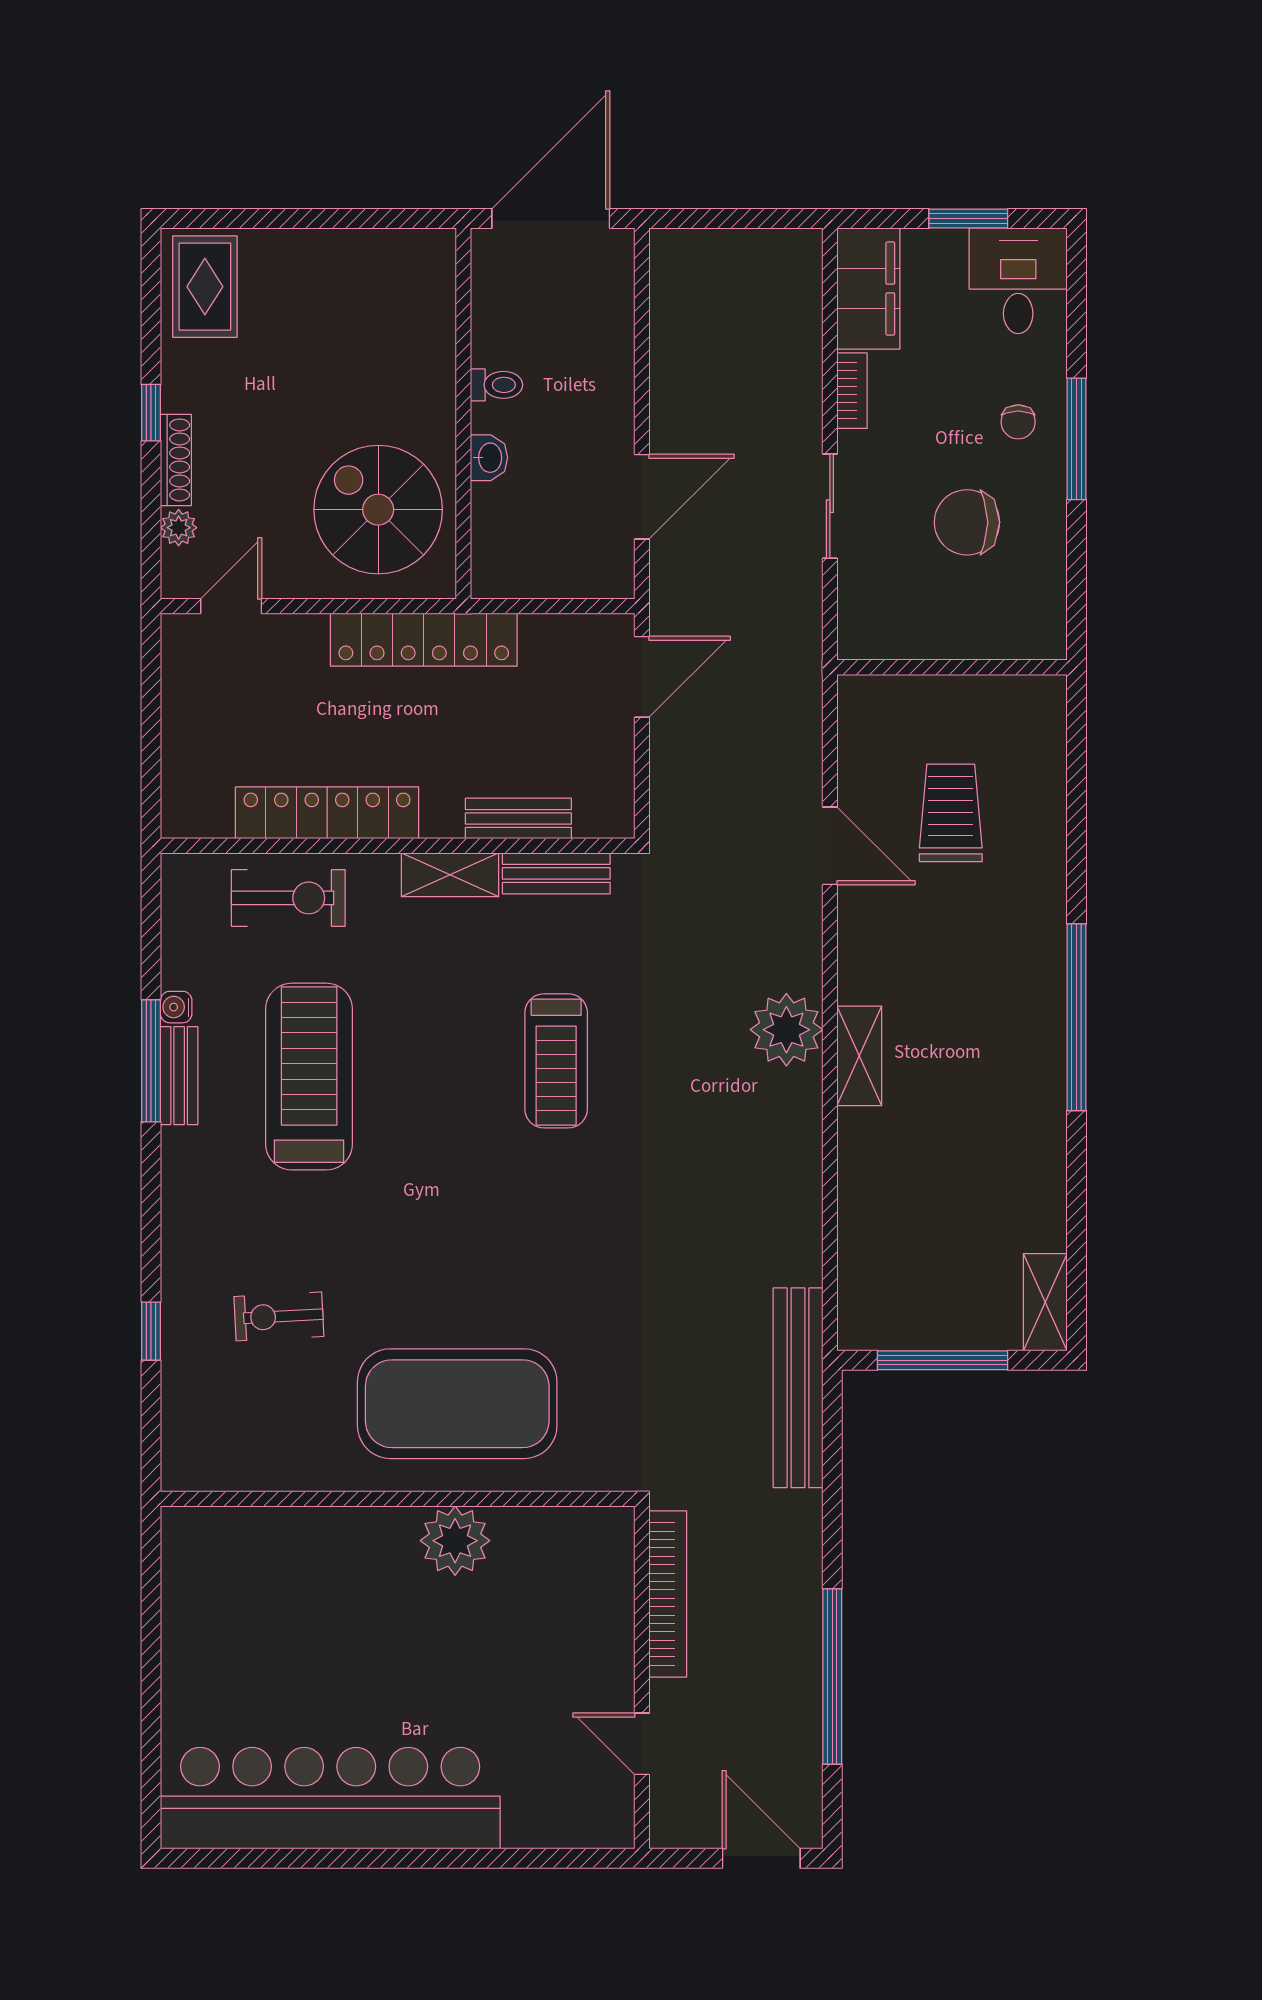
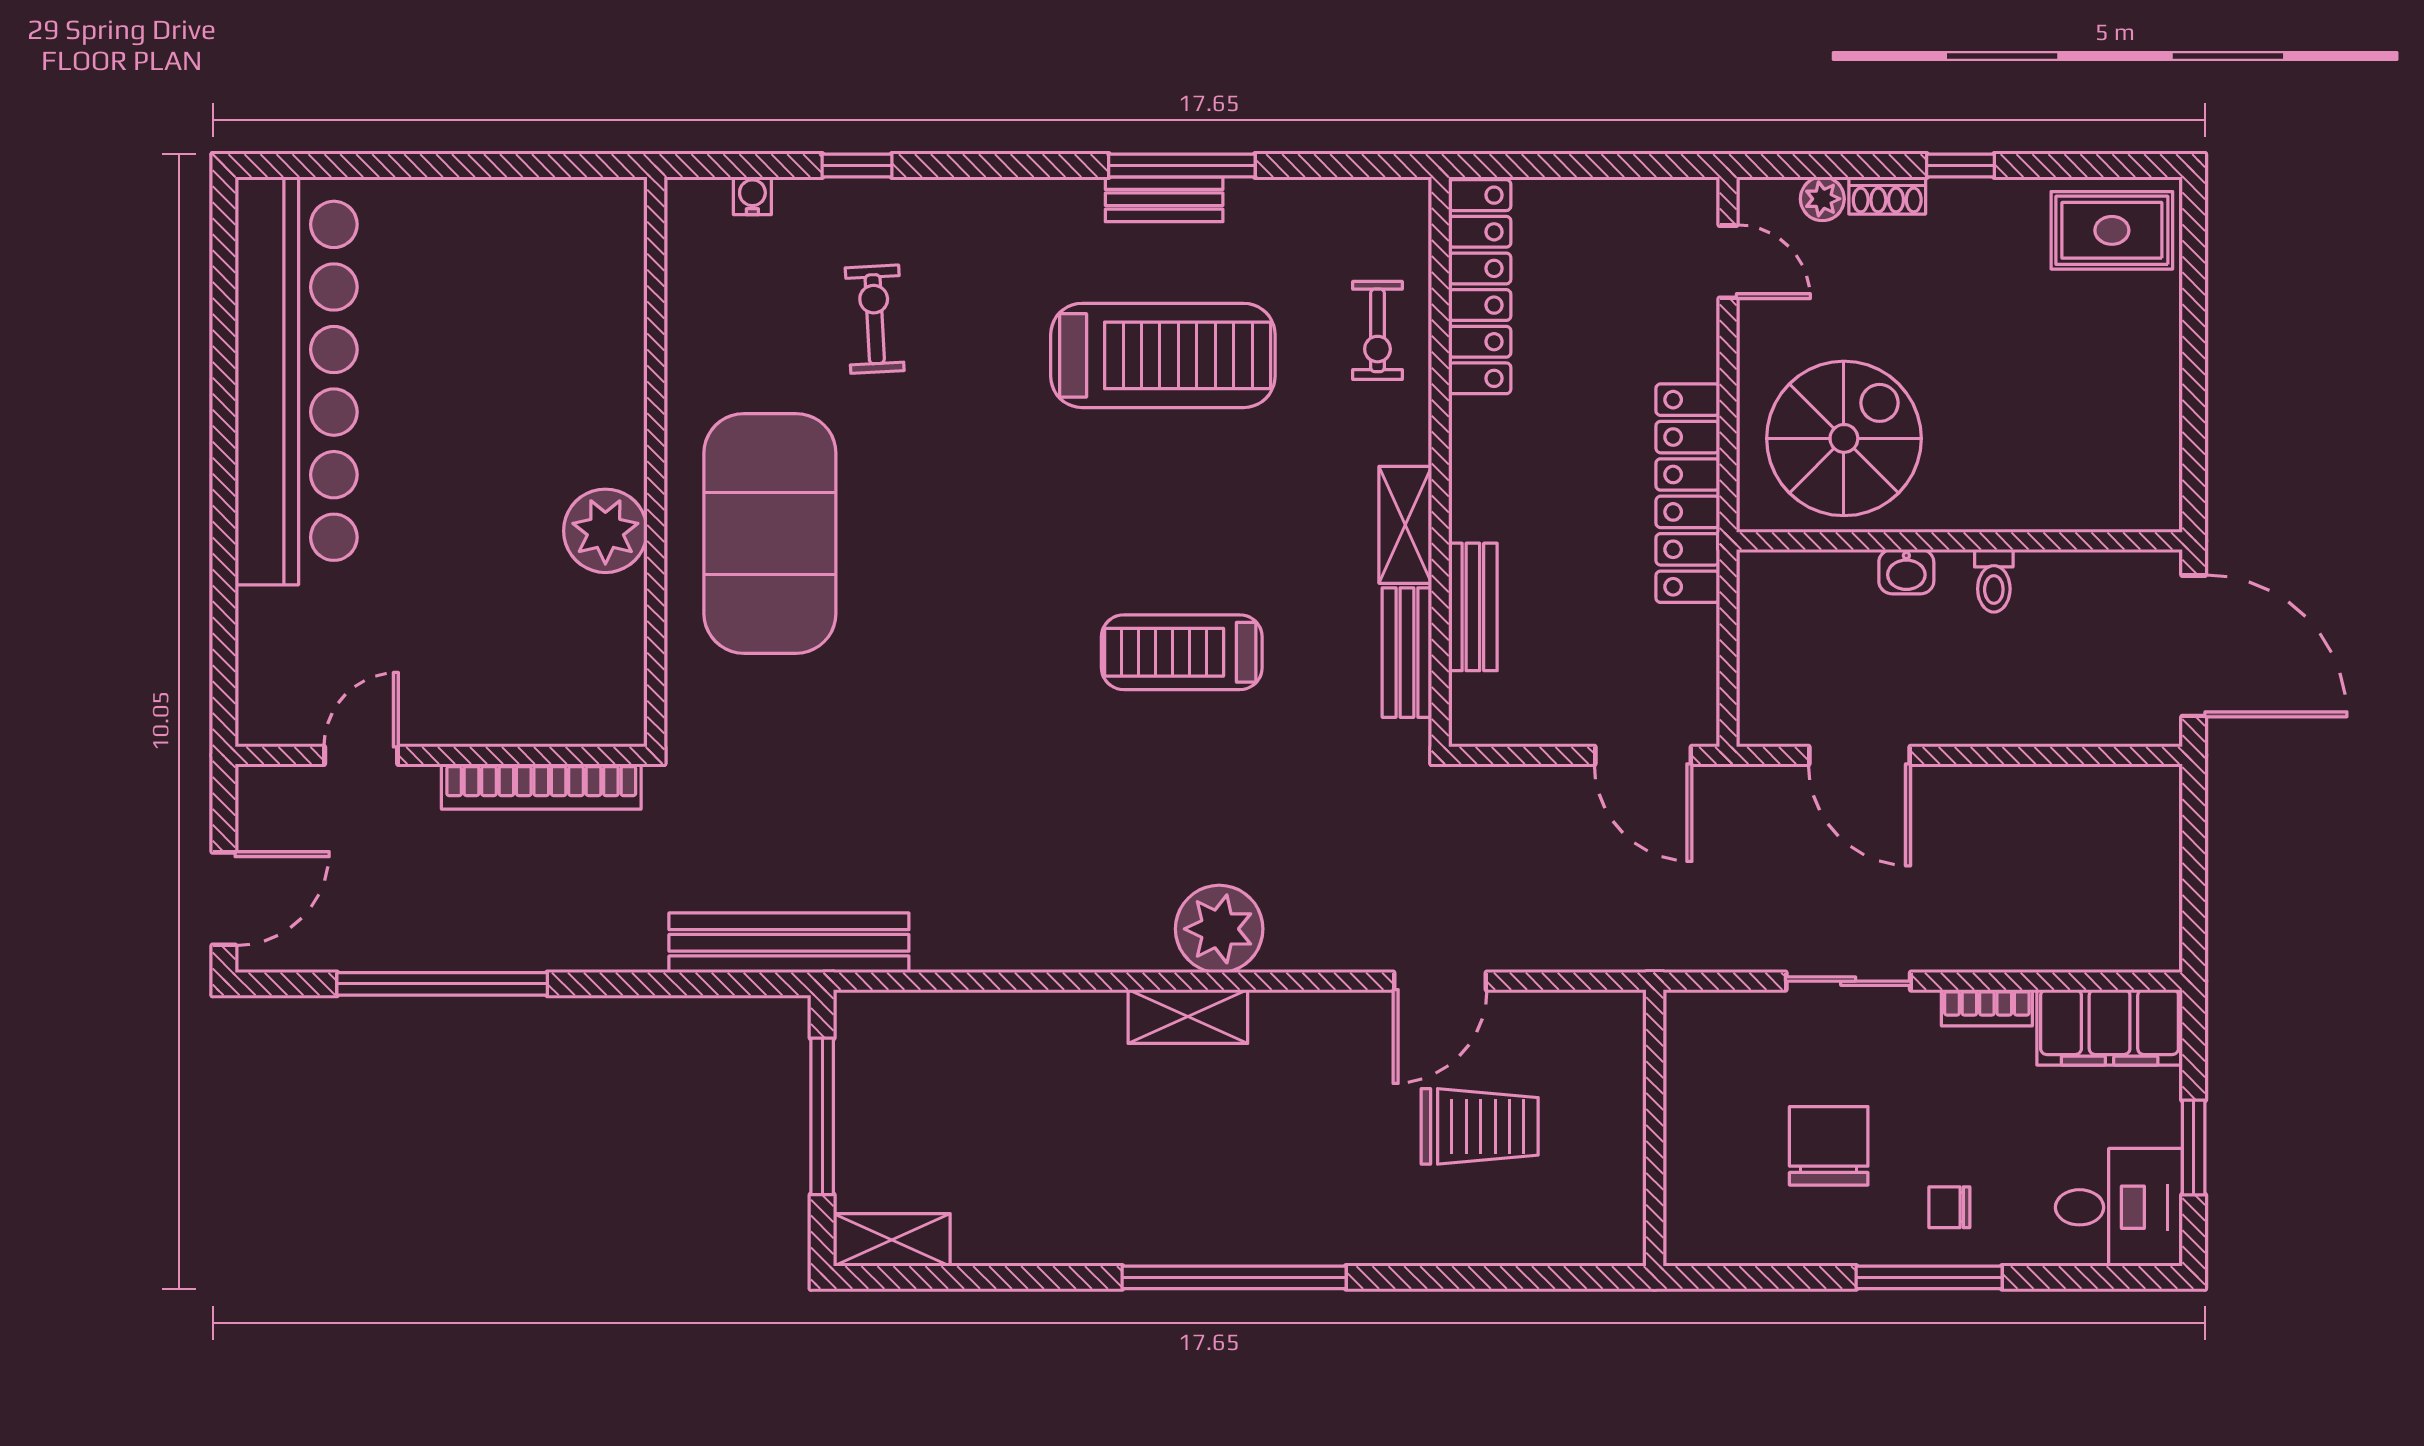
shoe rack: (176, 460) -> (1887, 195), width x0.70
locker: (327, 813) -> (1480, 287), moved
exercise bike: (288, 898) -> (1377, 330), width x0.73, depth x0.72
water cooler: (176, 1007) -> (752, 196), moved

